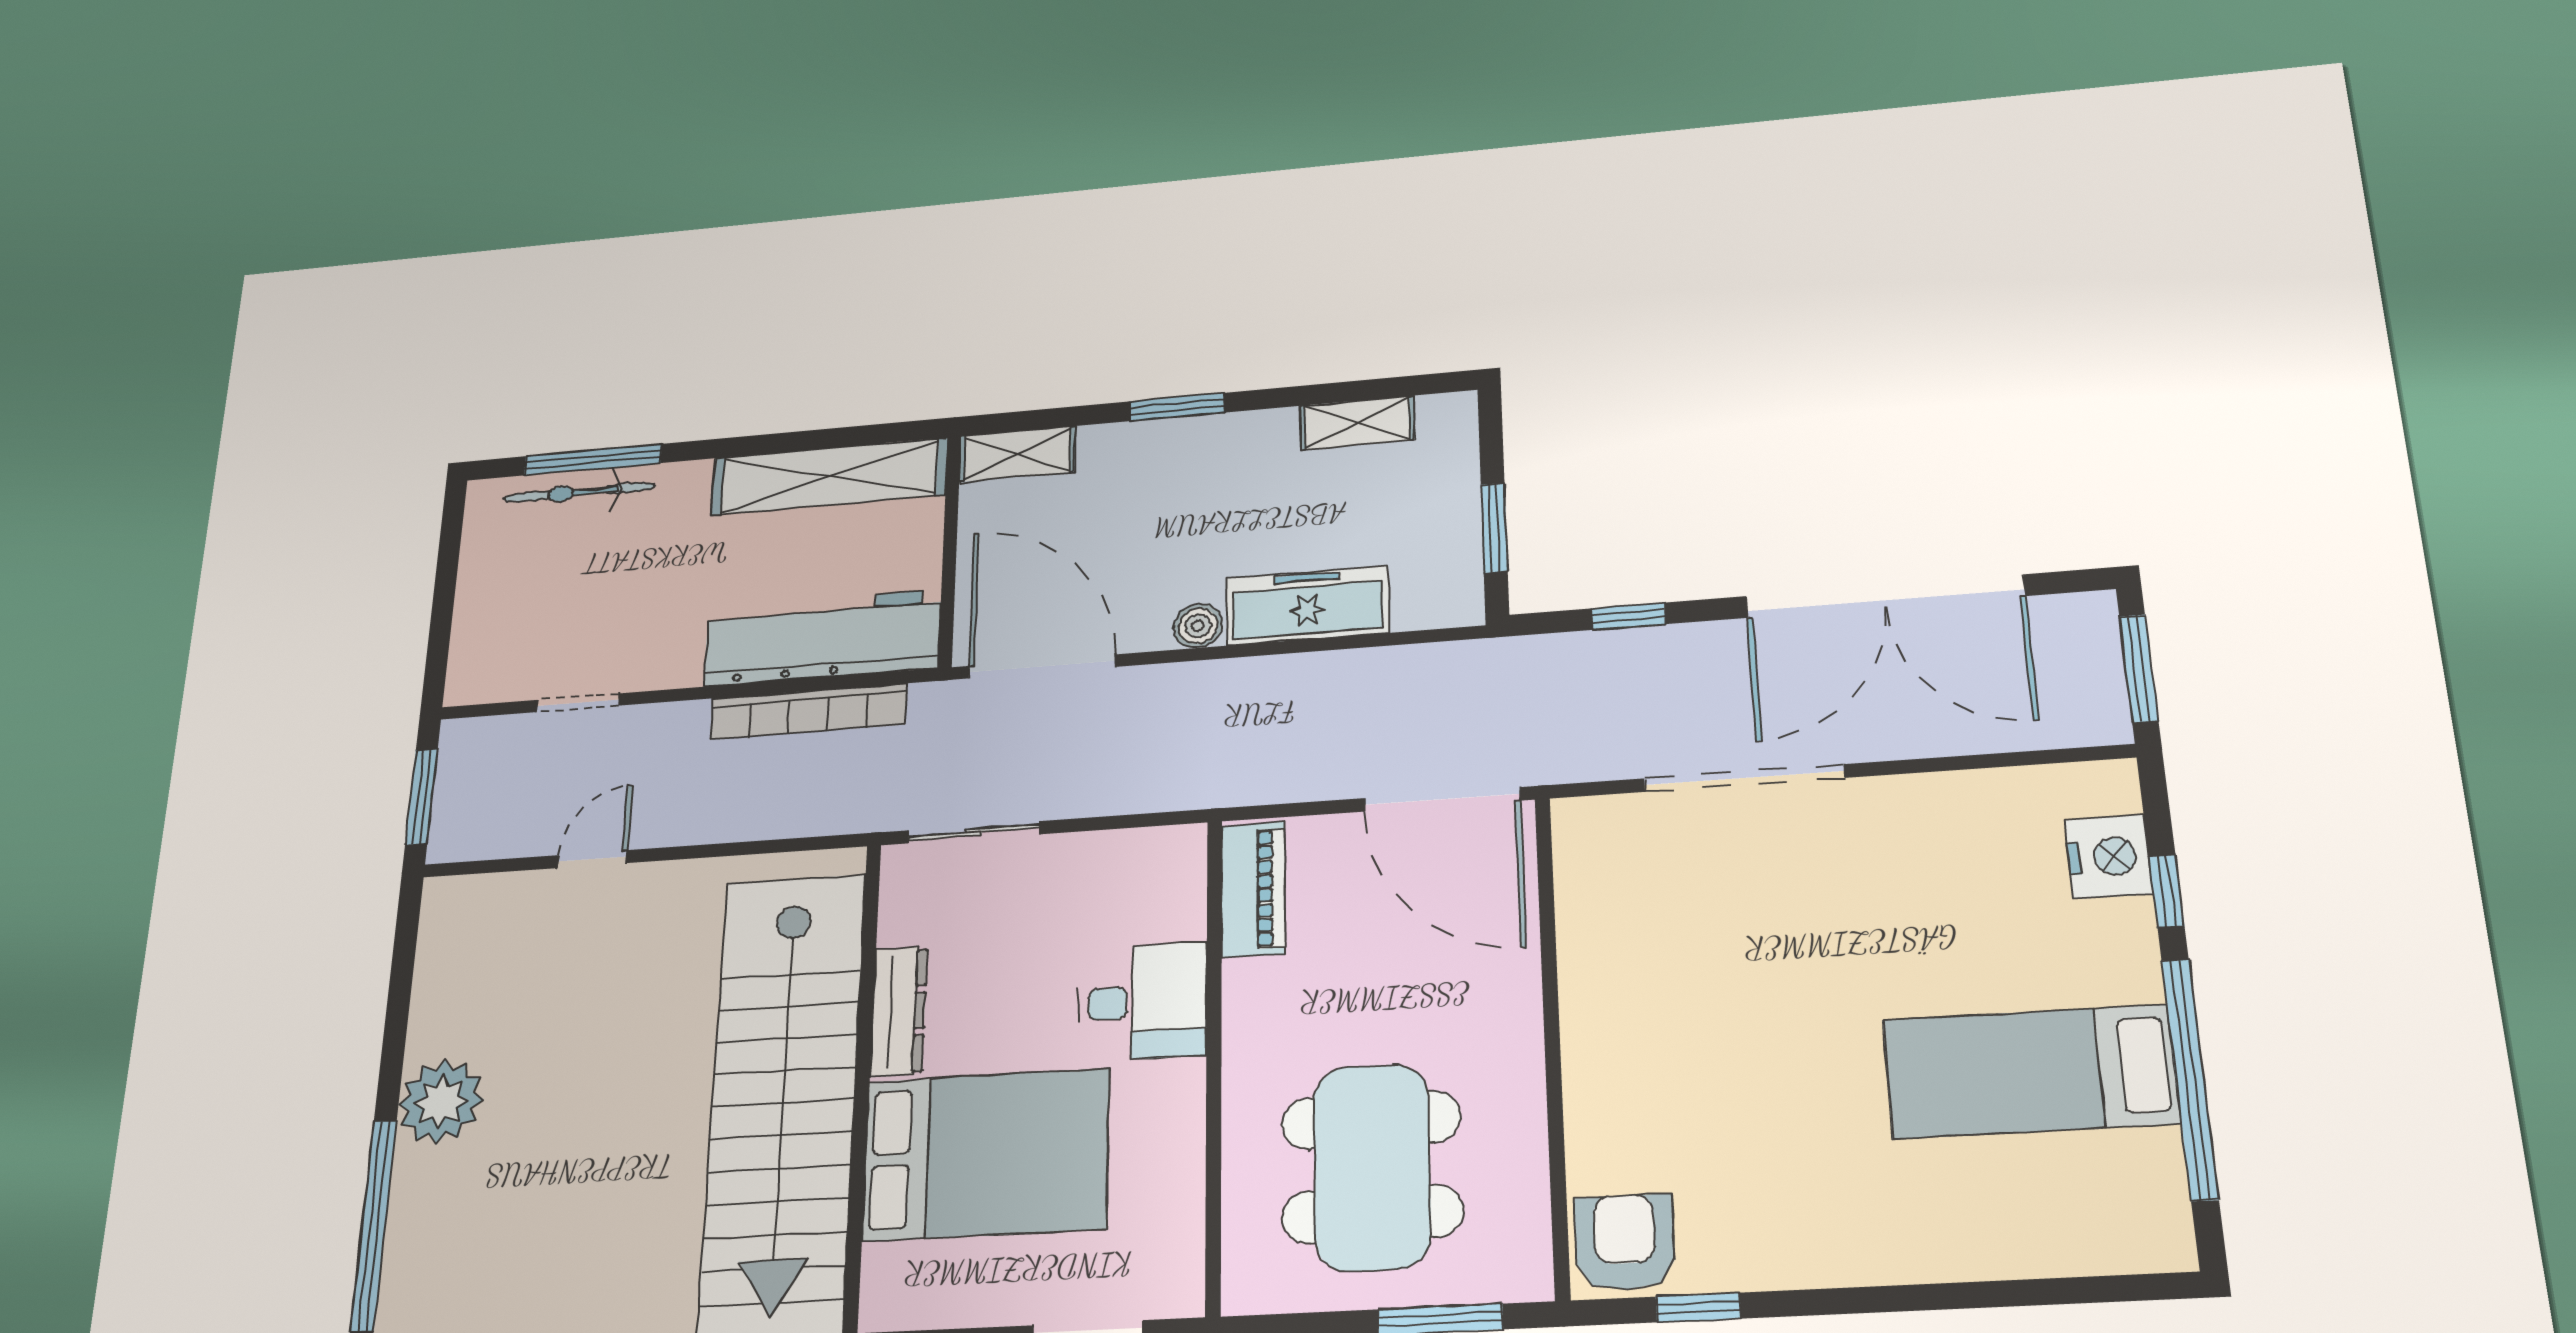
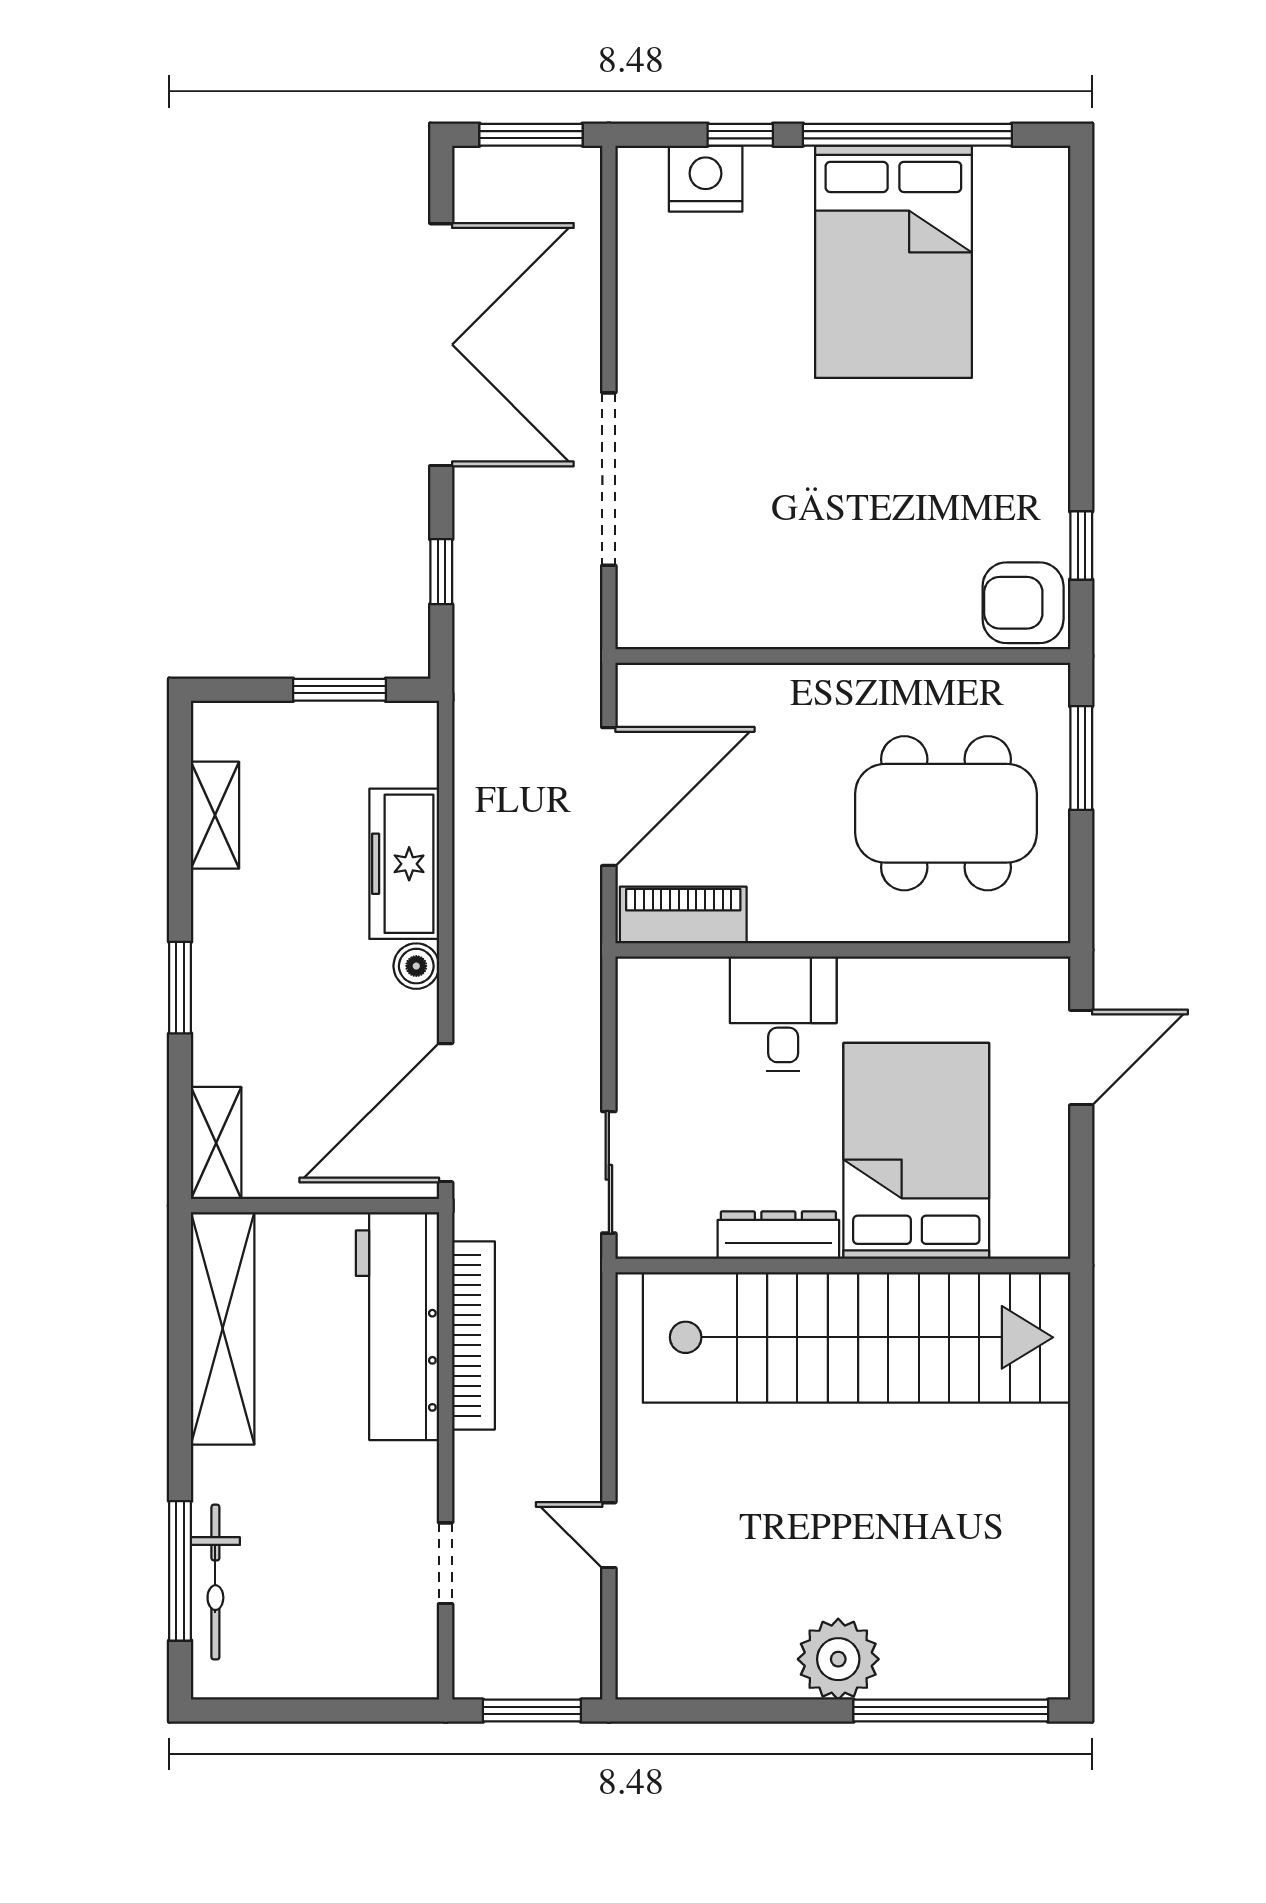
door: (1442, 799) -> (609, 797), moved
bed: (2030, 1071) -> (893, 262), width x1.50

